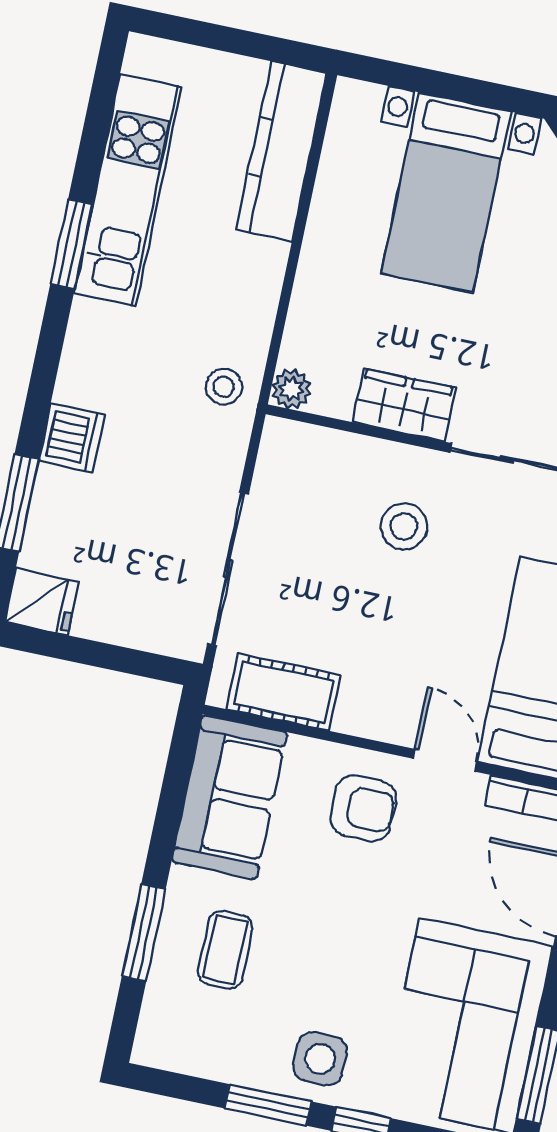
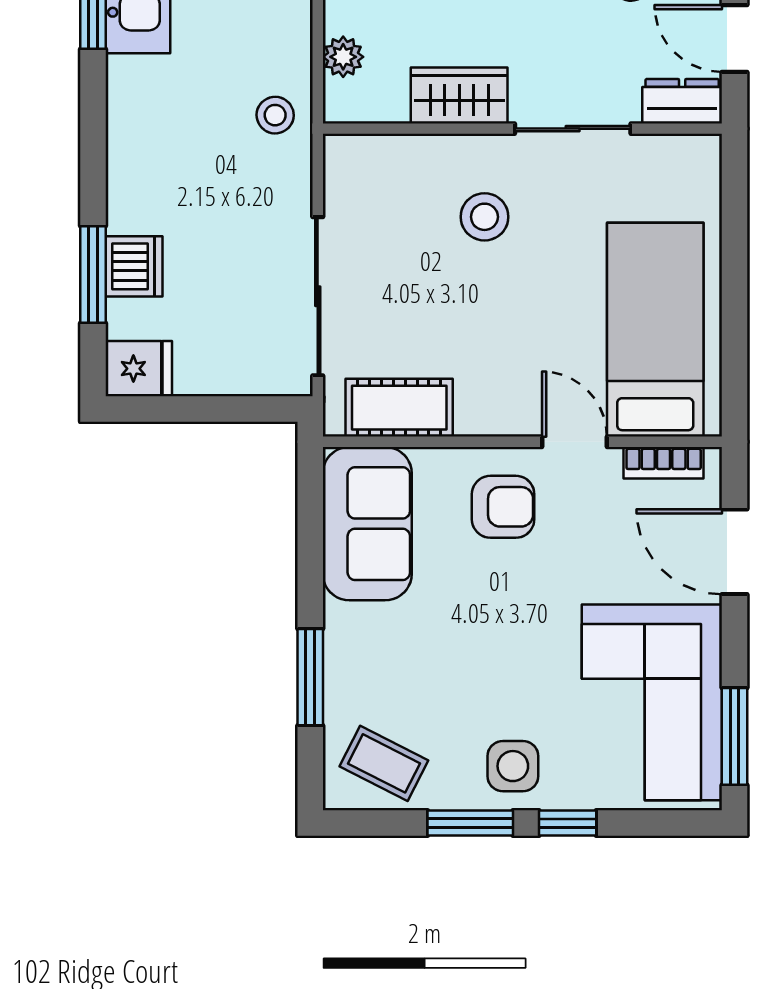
plant: (291, 389) -> (343, 57), moved
dishwasher: (72, 438) -> (134, 266), moved
coffee table: (225, 950) -> (384, 763), moved, turned -63

